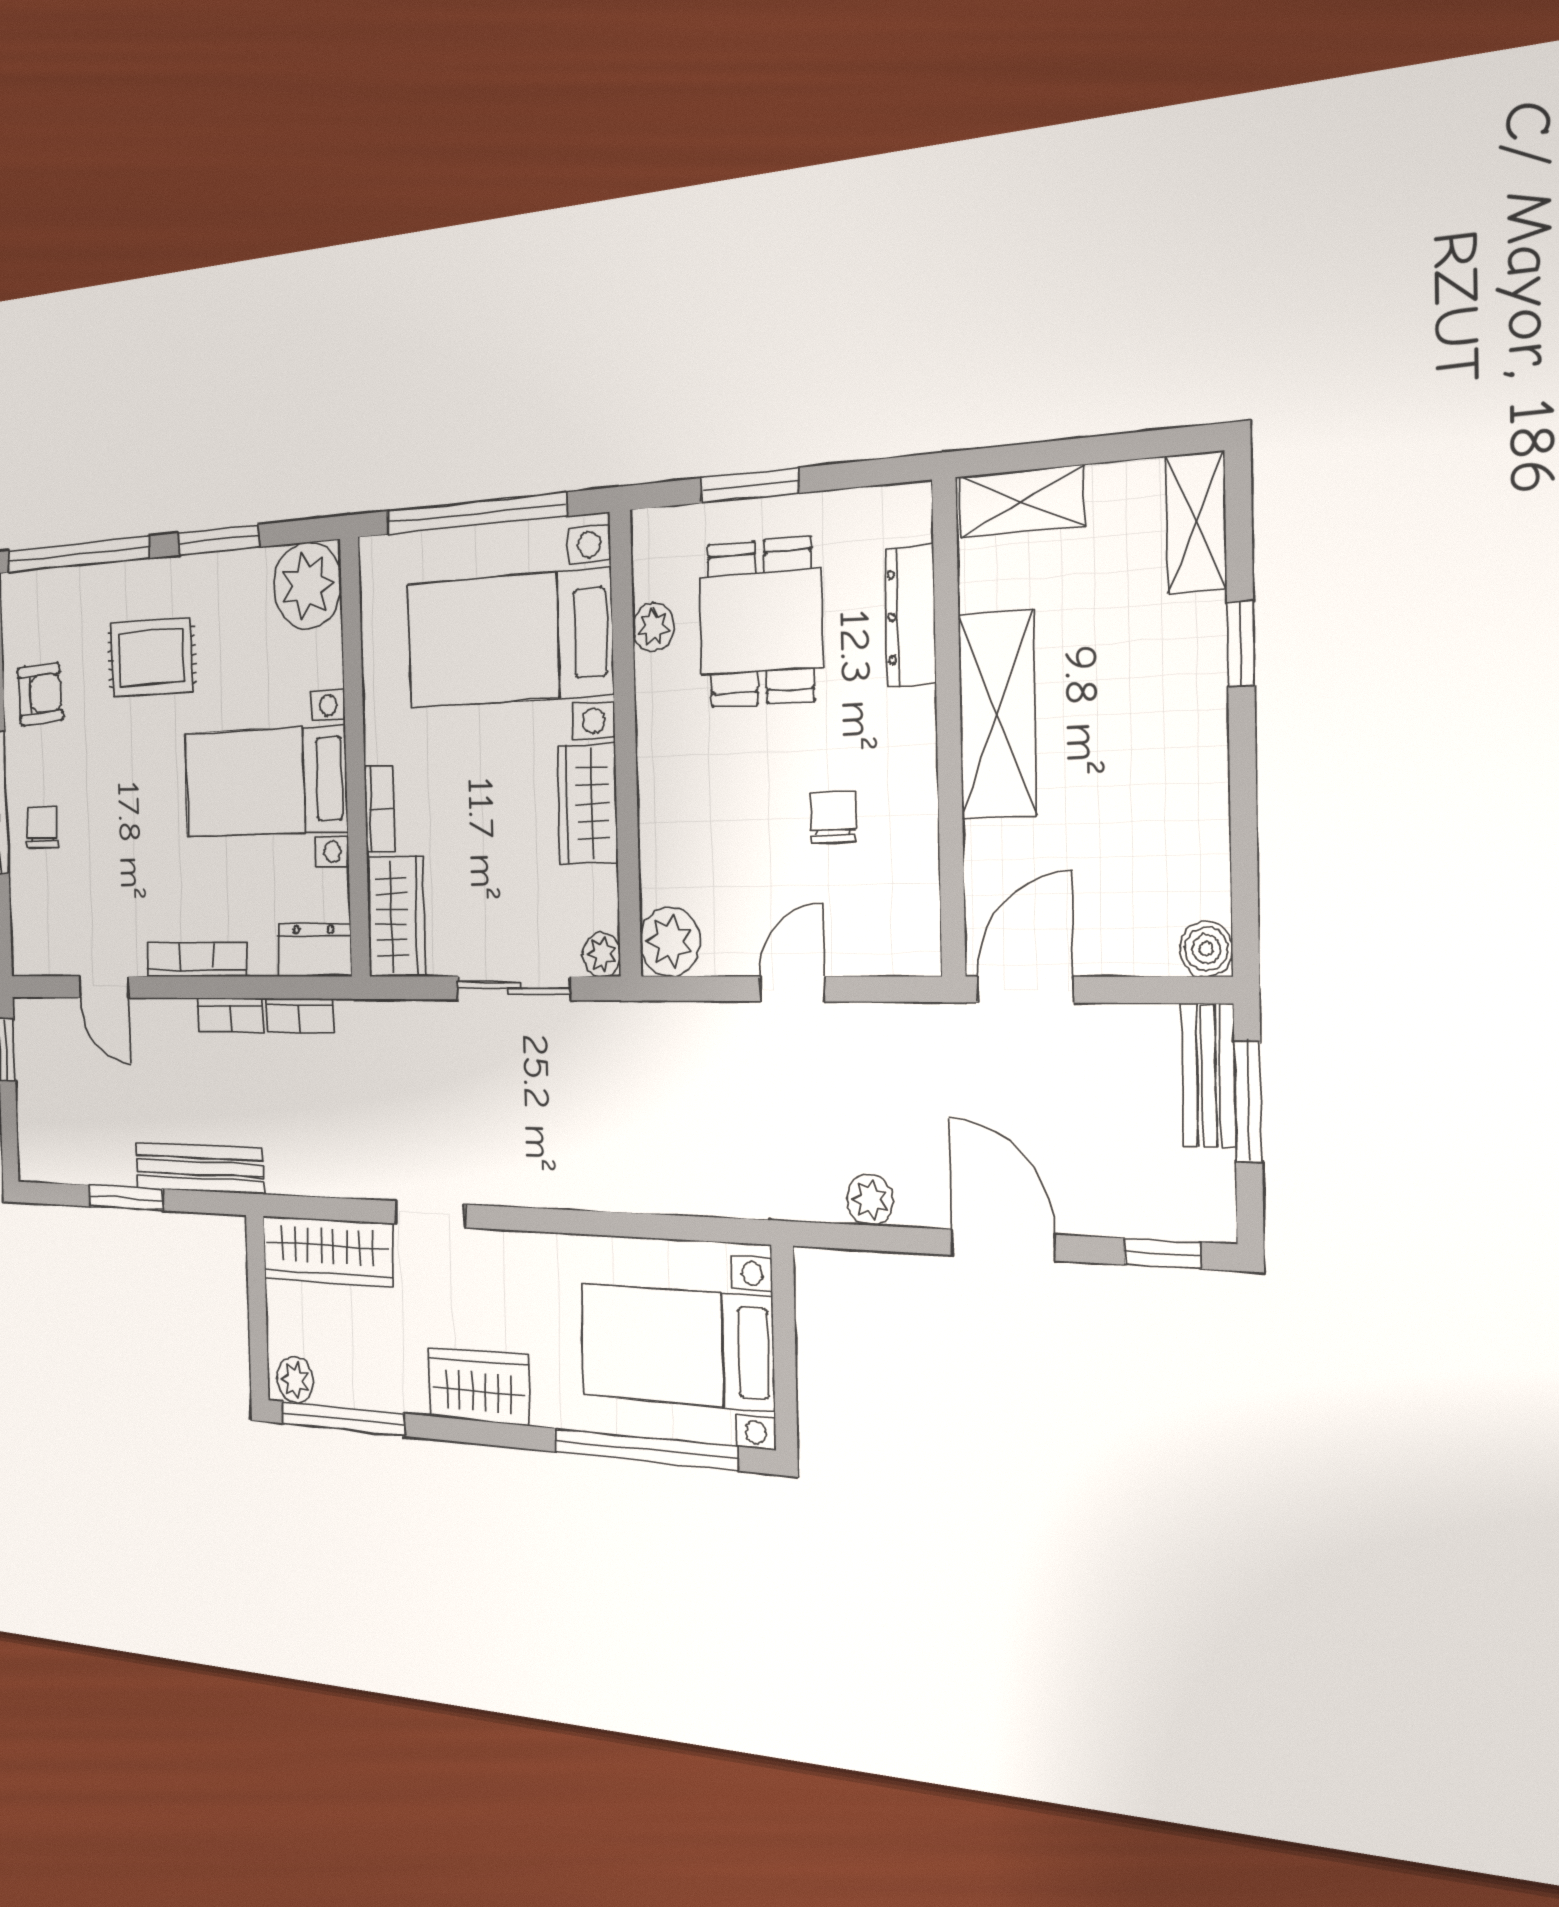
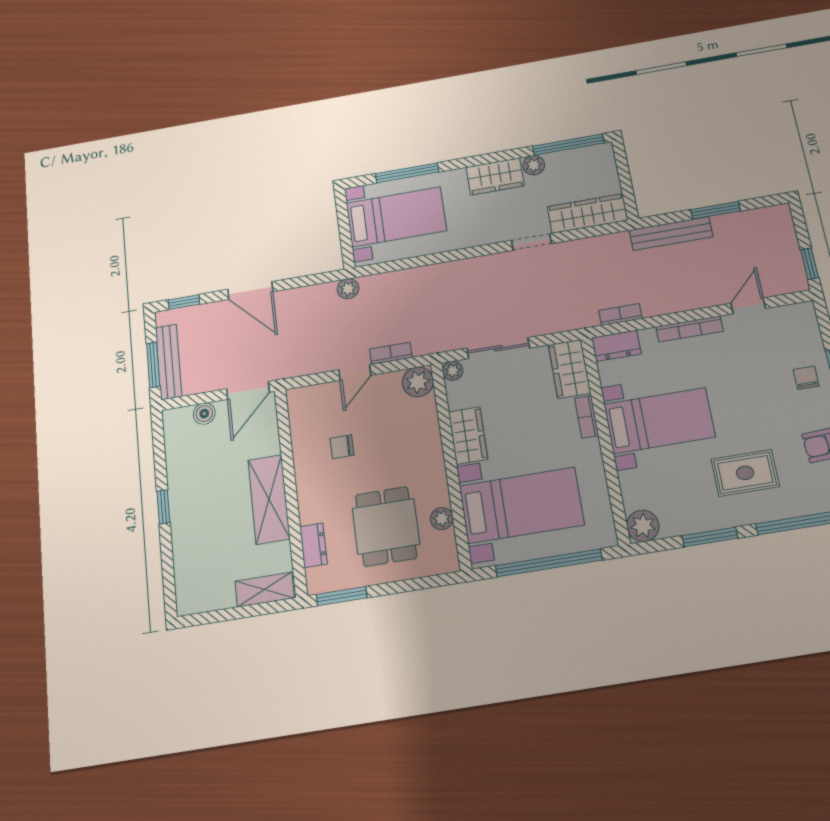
window: (750, 485) -> (342, 596), moved
shelving: (1196, 522) -> (187, 586), removed
plant: (307, 585) -> (643, 526), width x0.73, depth x0.73
dresser: (911, 616) -> (313, 545), width x0.70
window: (1241, 643) -> (163, 507), moved
chair: (833, 817) -> (342, 447), turned 90
chair: (42, 827) -> (806, 378), turned 180
boiler: (1206, 949) -> (204, 414), moved
door: (104, 987) -> (748, 306), hinge flipped
bookcase: (230, 1015) -> (391, 353), moved
bench: (1209, 1076) -> (169, 362), width x1.36
plant: (870, 1200) -> (348, 289), moved
plant: (295, 1380) -> (534, 165), moved
window: (645, 1449) -> (407, 173), width x0.68

